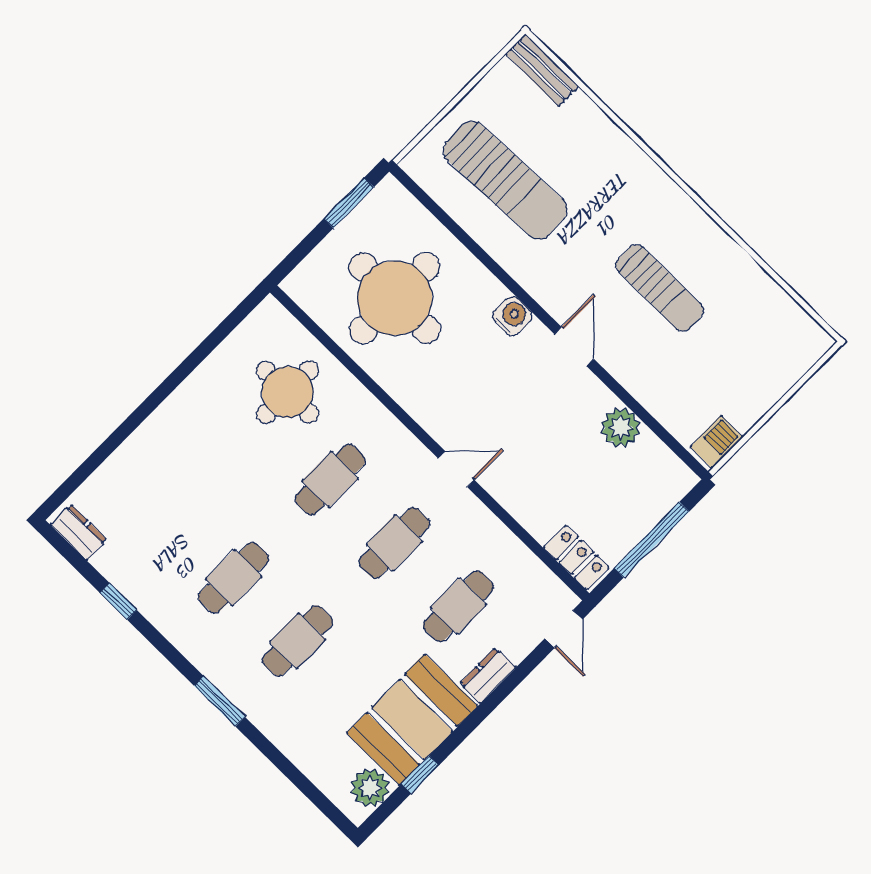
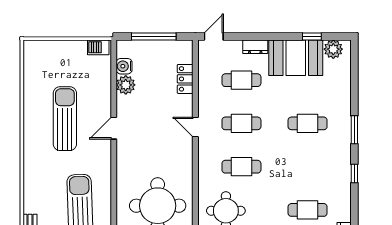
sun lounger: (660, 288) -> (65, 119), width x1.36, depth x1.34
water cooler: (512, 316) -> (124, 66), moved
locker: (576, 557) -> (185, 79), moved
cafe table: (233, 578) -> (308, 210), moved
window: (118, 601) -> (354, 174), moved

